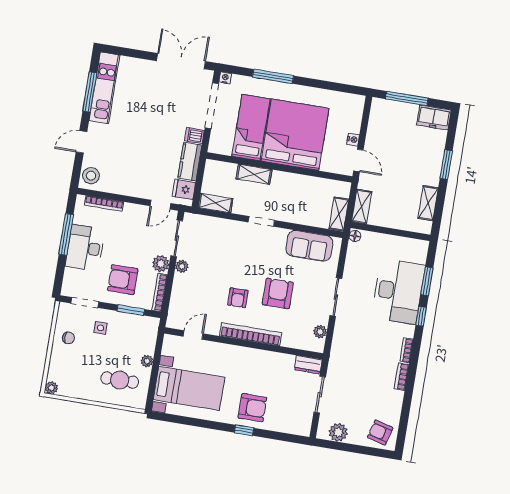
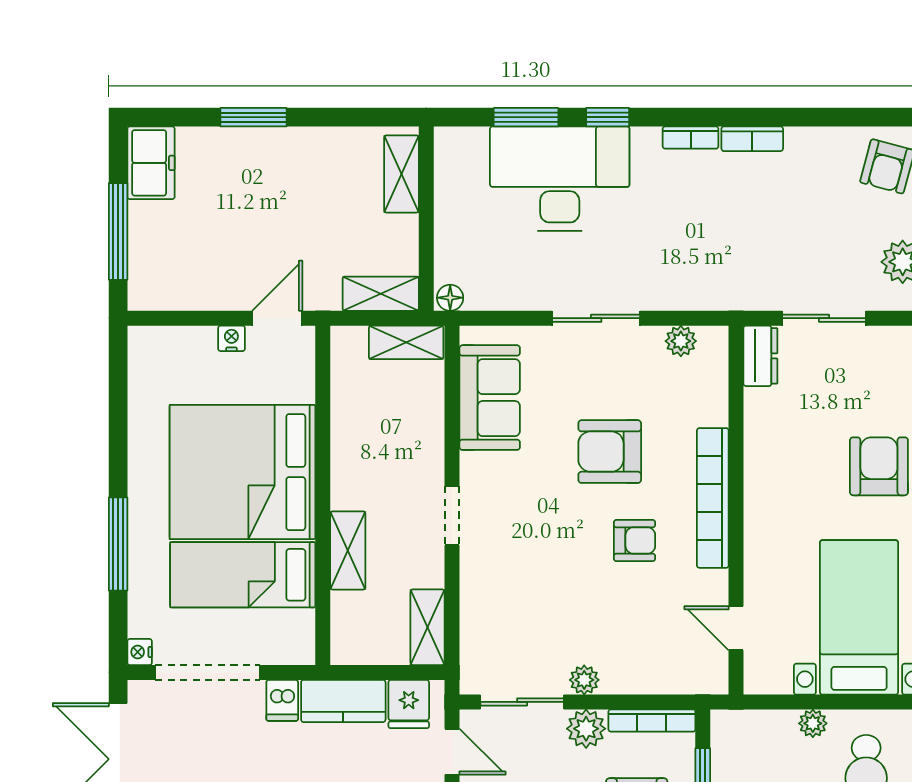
shelving: (428, 203) -> (401, 174), moved, turned 90

